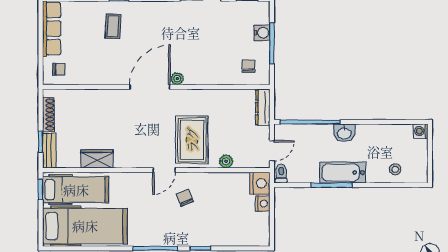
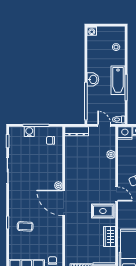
rug: (192, 140) -> (103, 211), moved, width x0.73, depth x0.70

